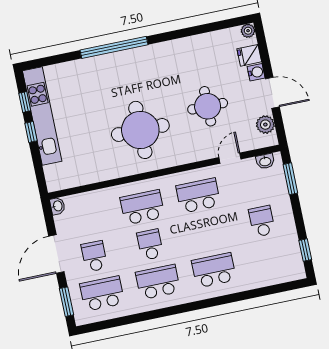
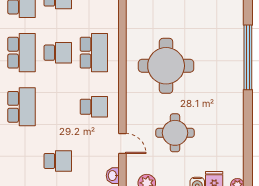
school desk: (198, 196) -> (94, 107), width x0.54

